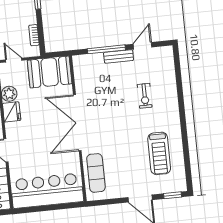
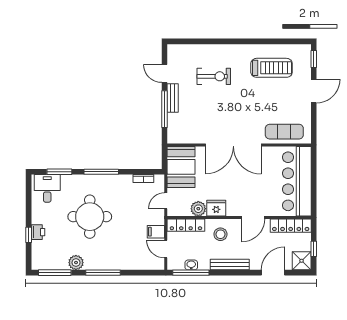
exercise bike: (145, 96) -> (214, 76), width x1.38, depth x1.39

